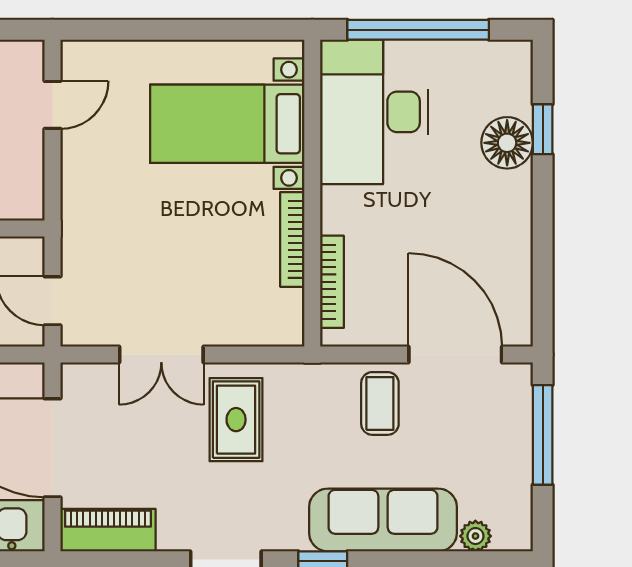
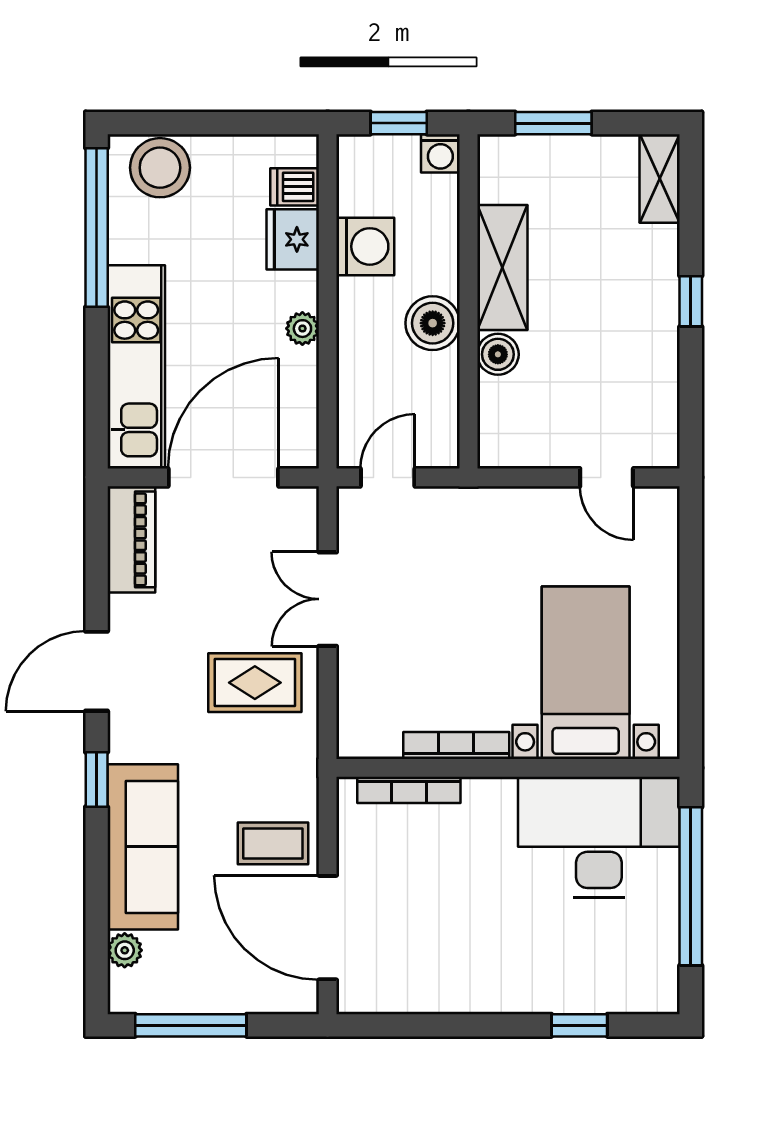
floor lamp: (507, 143) -> (564, 986), removed
door: (455, 355) -> (328, 928), swing flipped
window: (543, 435) -> (191, 1025), moved

